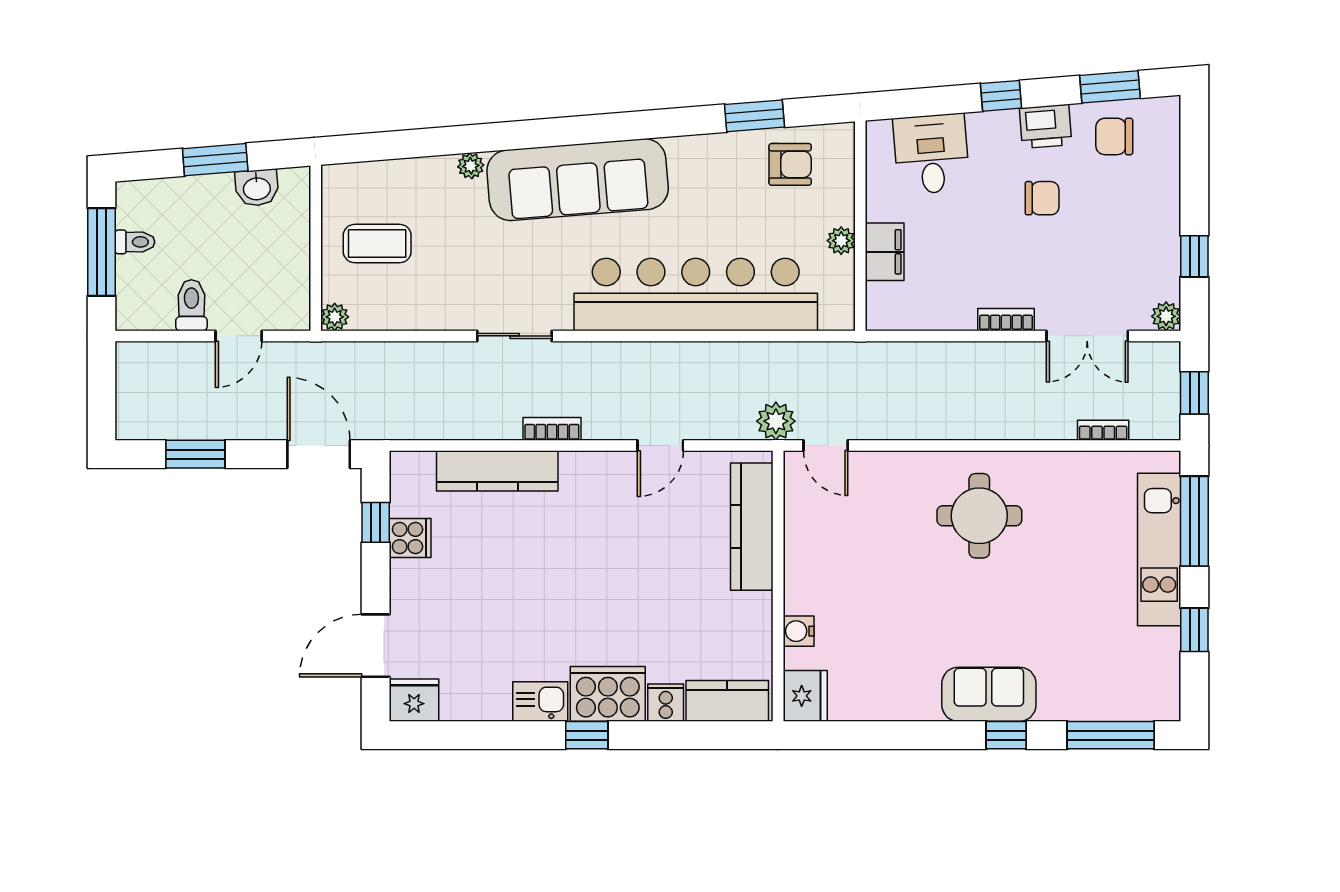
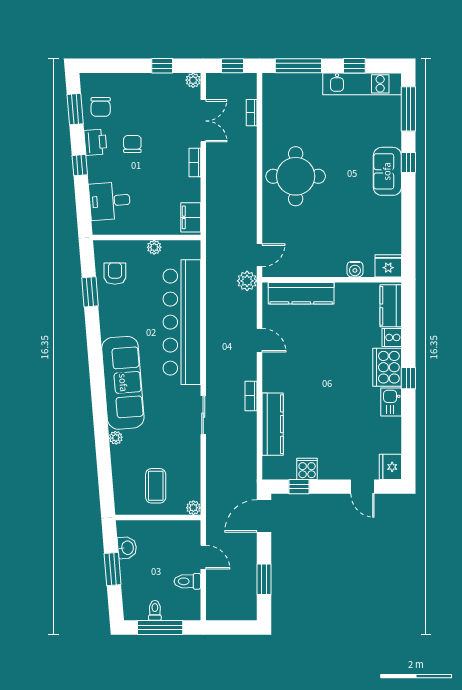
filing cabinet: (885, 252) -> (191, 217), moved, turned -90
round table: (979, 516) -> (296, 176), width x1.36, depth x1.36
kitchen unit: (1159, 549) -> (362, 84), moved
door: (376, 646) -> (362, 487), width x0.73

